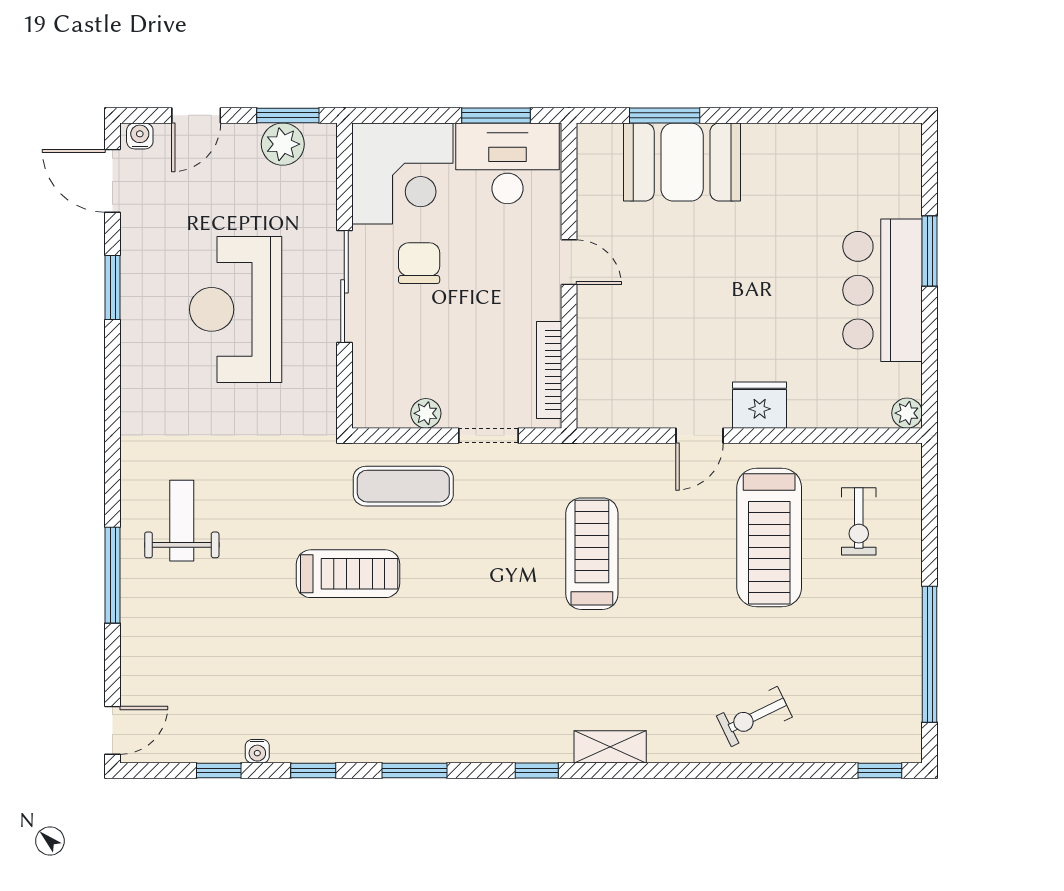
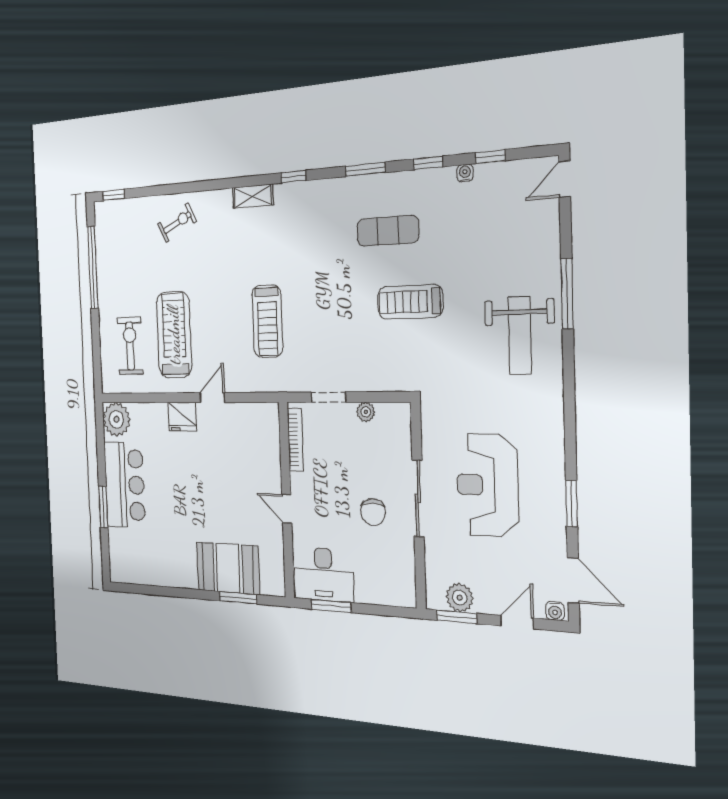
corner desk: (402, 173) -> (385, 572), removed
reception desk: (236, 309) -> (487, 485), turned 180
plant: (907, 413) -> (116, 419), width x1.87, depth x1.87
exercise mat: (403, 486) -> (388, 231), moved
weight bench: (182, 521) -> (520, 335), width x1.36, depth x1.33
exercise bike: (859, 521) -> (130, 346), width x1.38, depth x1.39

